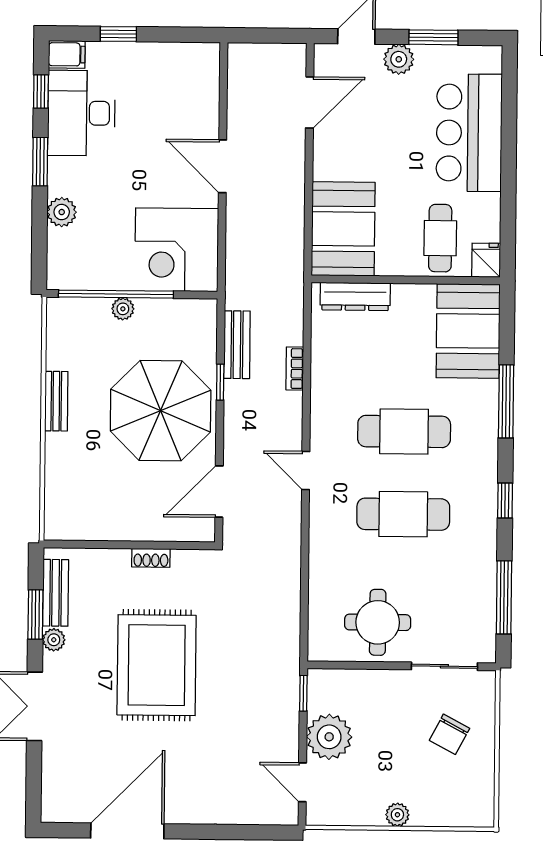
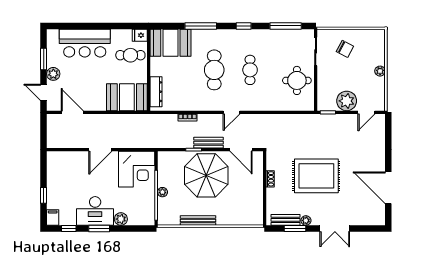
desk: (81, 113) -> (95, 211), moved
bench: (237, 345) -> (208, 143), moved
bench: (56, 401) -> (198, 220), width x1.36
cafe table: (403, 514) -> (250, 70), width x0.73, depth x0.74

